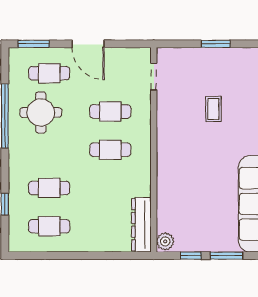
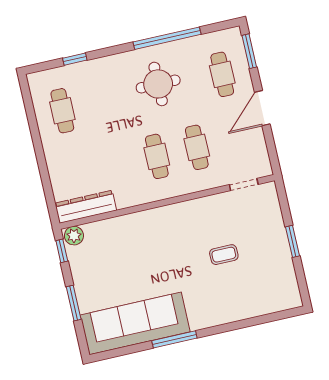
round table: (41, 112) -> (158, 84), moved
cafe table: (49, 188) -> (102, 102), removed
window: (191, 256) -> (62, 251), moved

